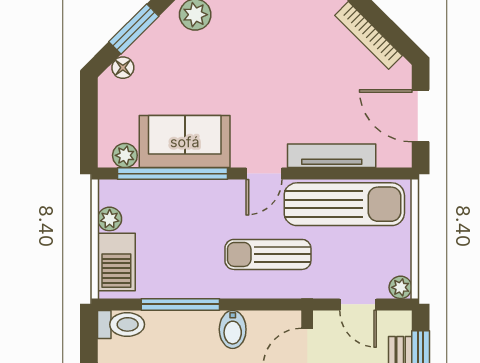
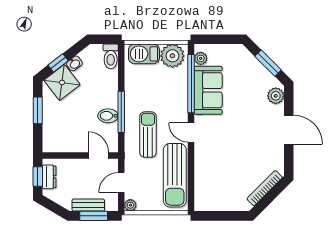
floor lamp: (123, 68) -> (247, 57), removed
door: (421, 116) -> (222, 216), removed
tv unit: (332, 156) -> (201, 169), removed
plant: (110, 219) -> (172, 56), width x1.88, depth x1.88
window: (180, 304) -> (121, 112), moved

